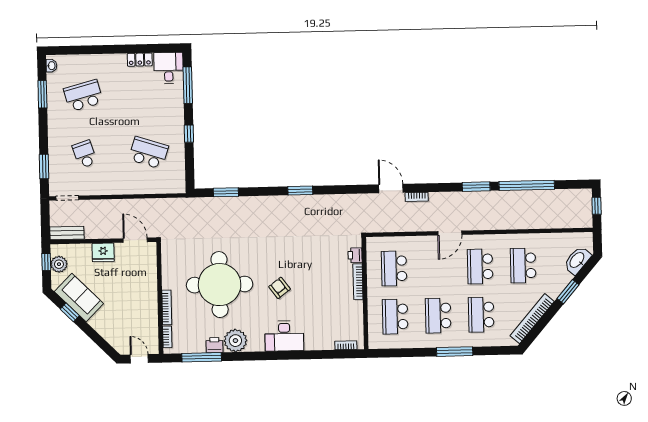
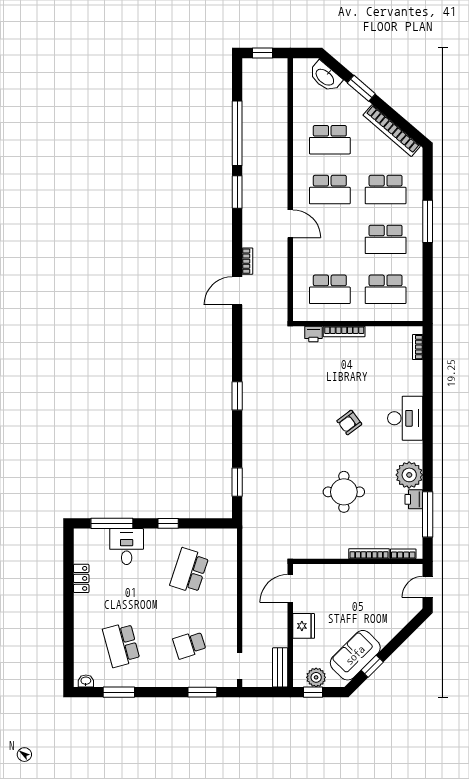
desk: (169, 68) -> (127, 547), moved, turned 90
round table: (220, 285) -> (344, 492), width x0.54, depth x0.54

